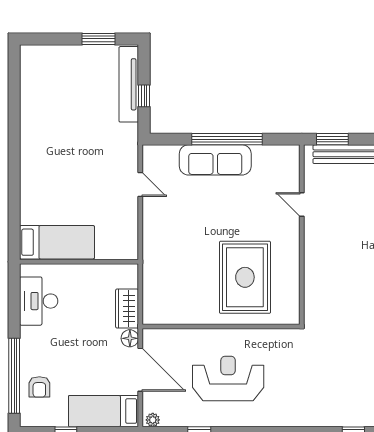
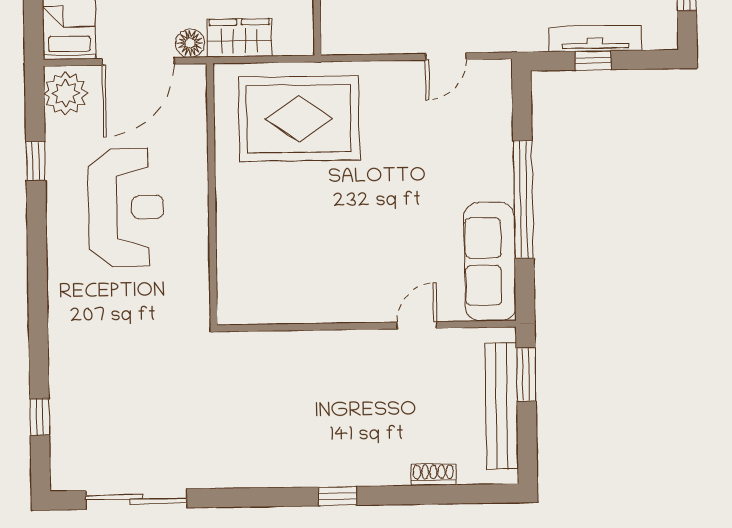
tv unit: (129, 84) -> (595, 39), width x0.73, depth x0.78
sofa: (215, 160) -> (490, 262), moved
rug: (245, 277) -> (299, 119), moved
plant: (153, 420) -> (66, 93), width x1.87, depth x1.87

